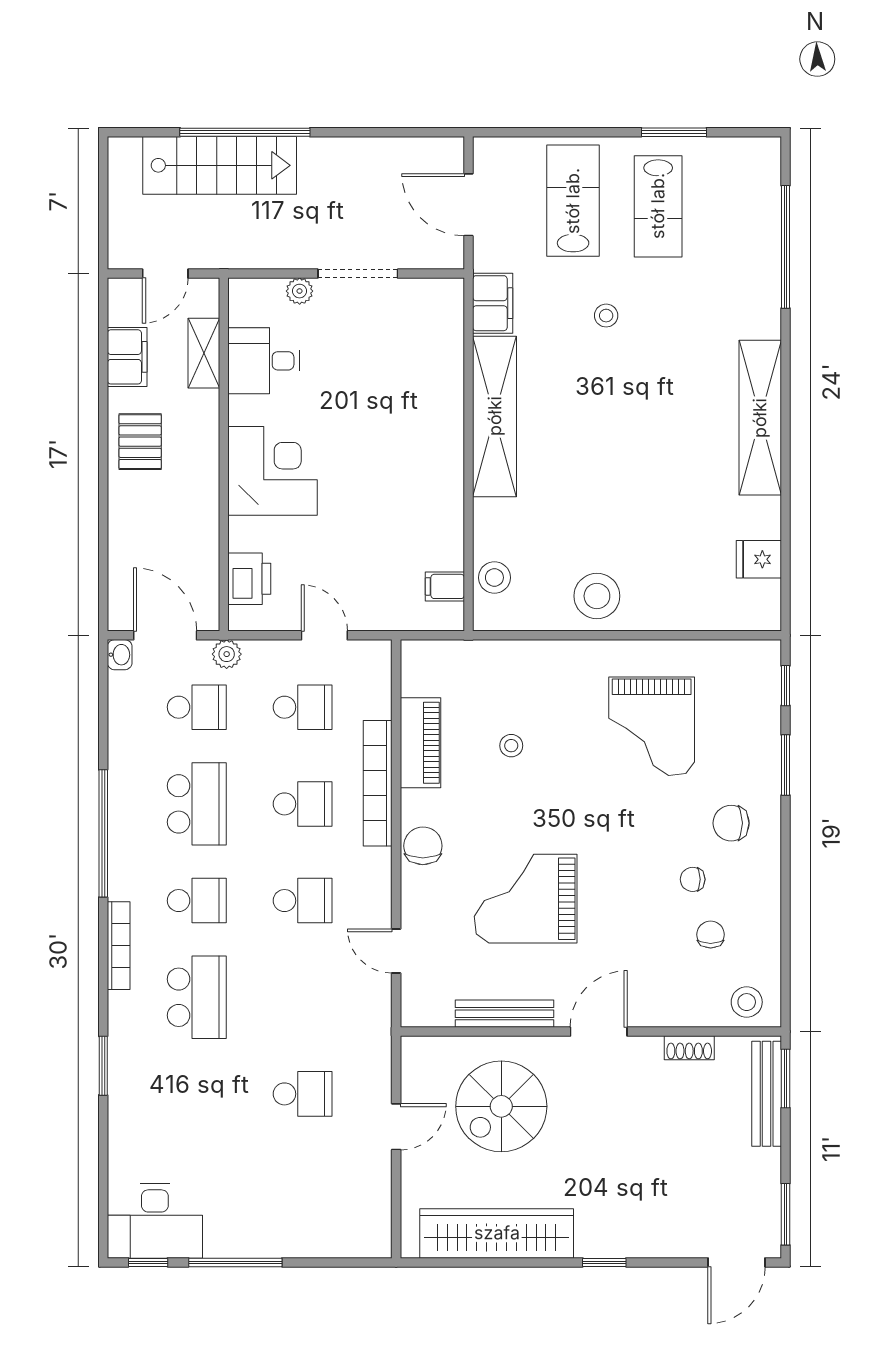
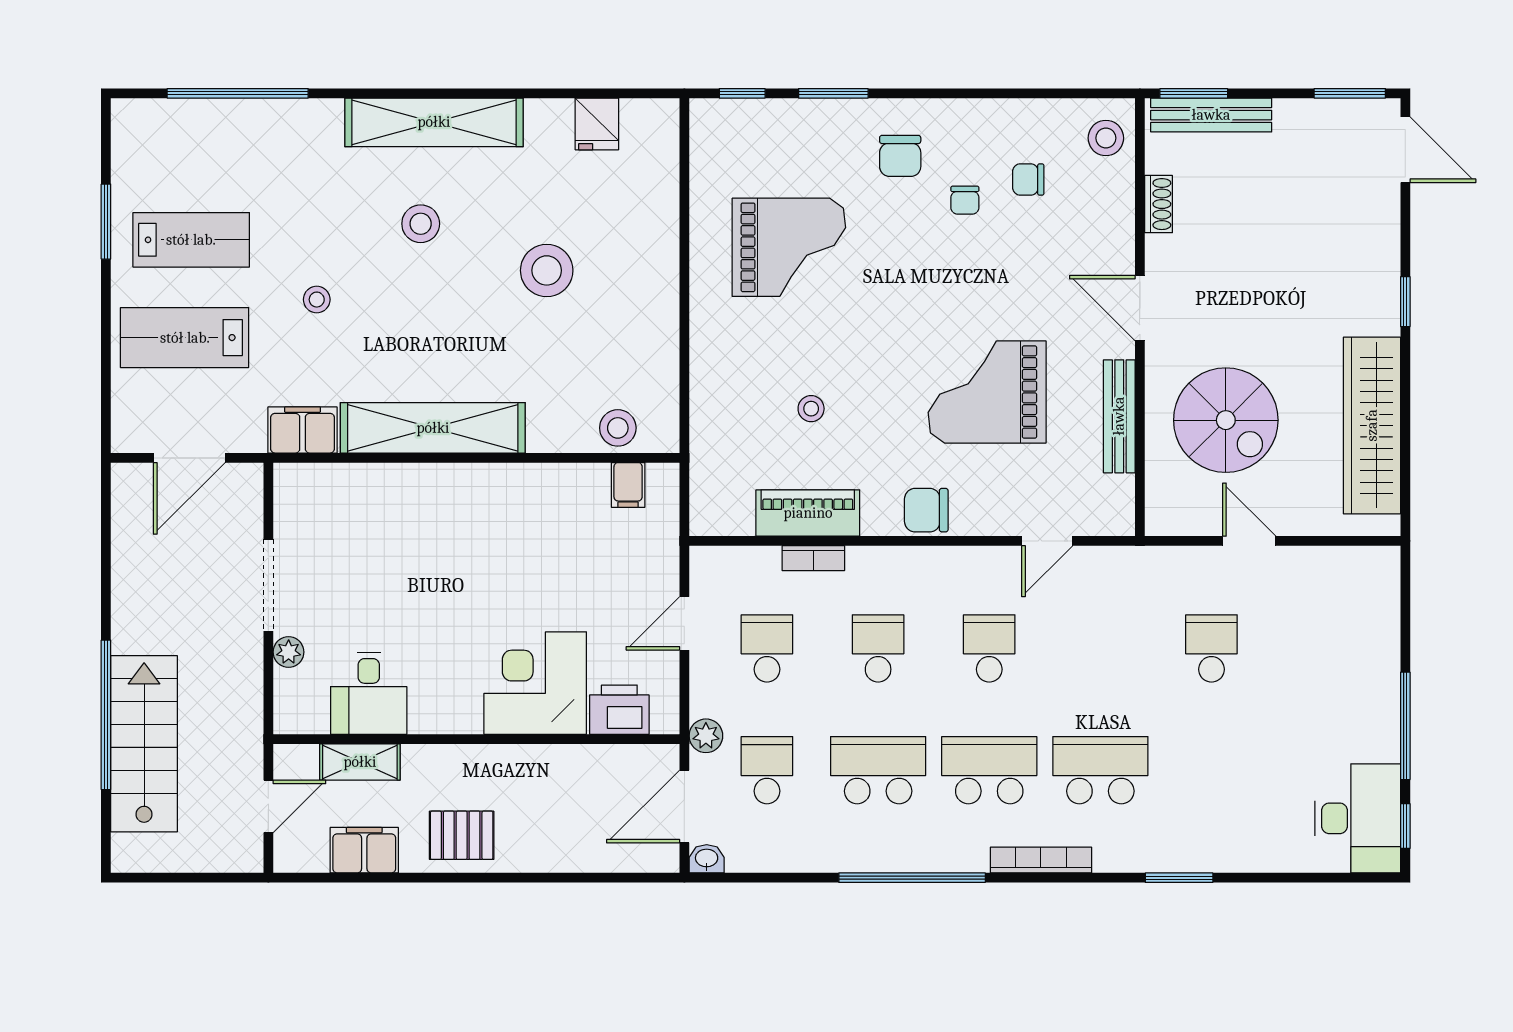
door: (165, 274) -> (268, 806), hinge flipped
stool: (672, 406) -> (421, 224), added
corner desk: (273, 471) -> (535, 683), moved
stool: (597, 596) -> (547, 270), moved
bookcase: (378, 783) -> (813, 558), width x0.43, depth x0.76
grand piano: (526, 899) -> (987, 392), turned 90
school desk: (197, 901) -> (989, 770), width x1.85

